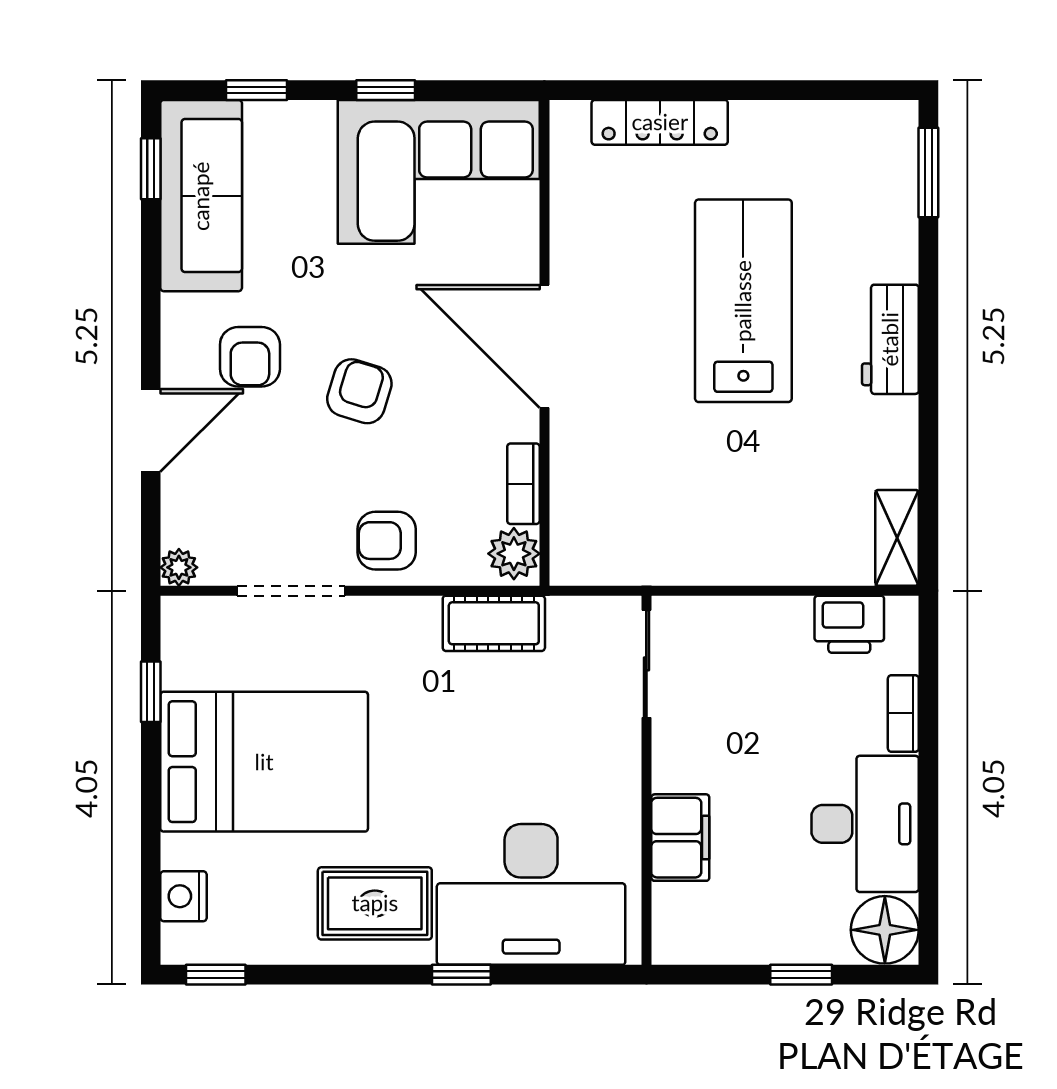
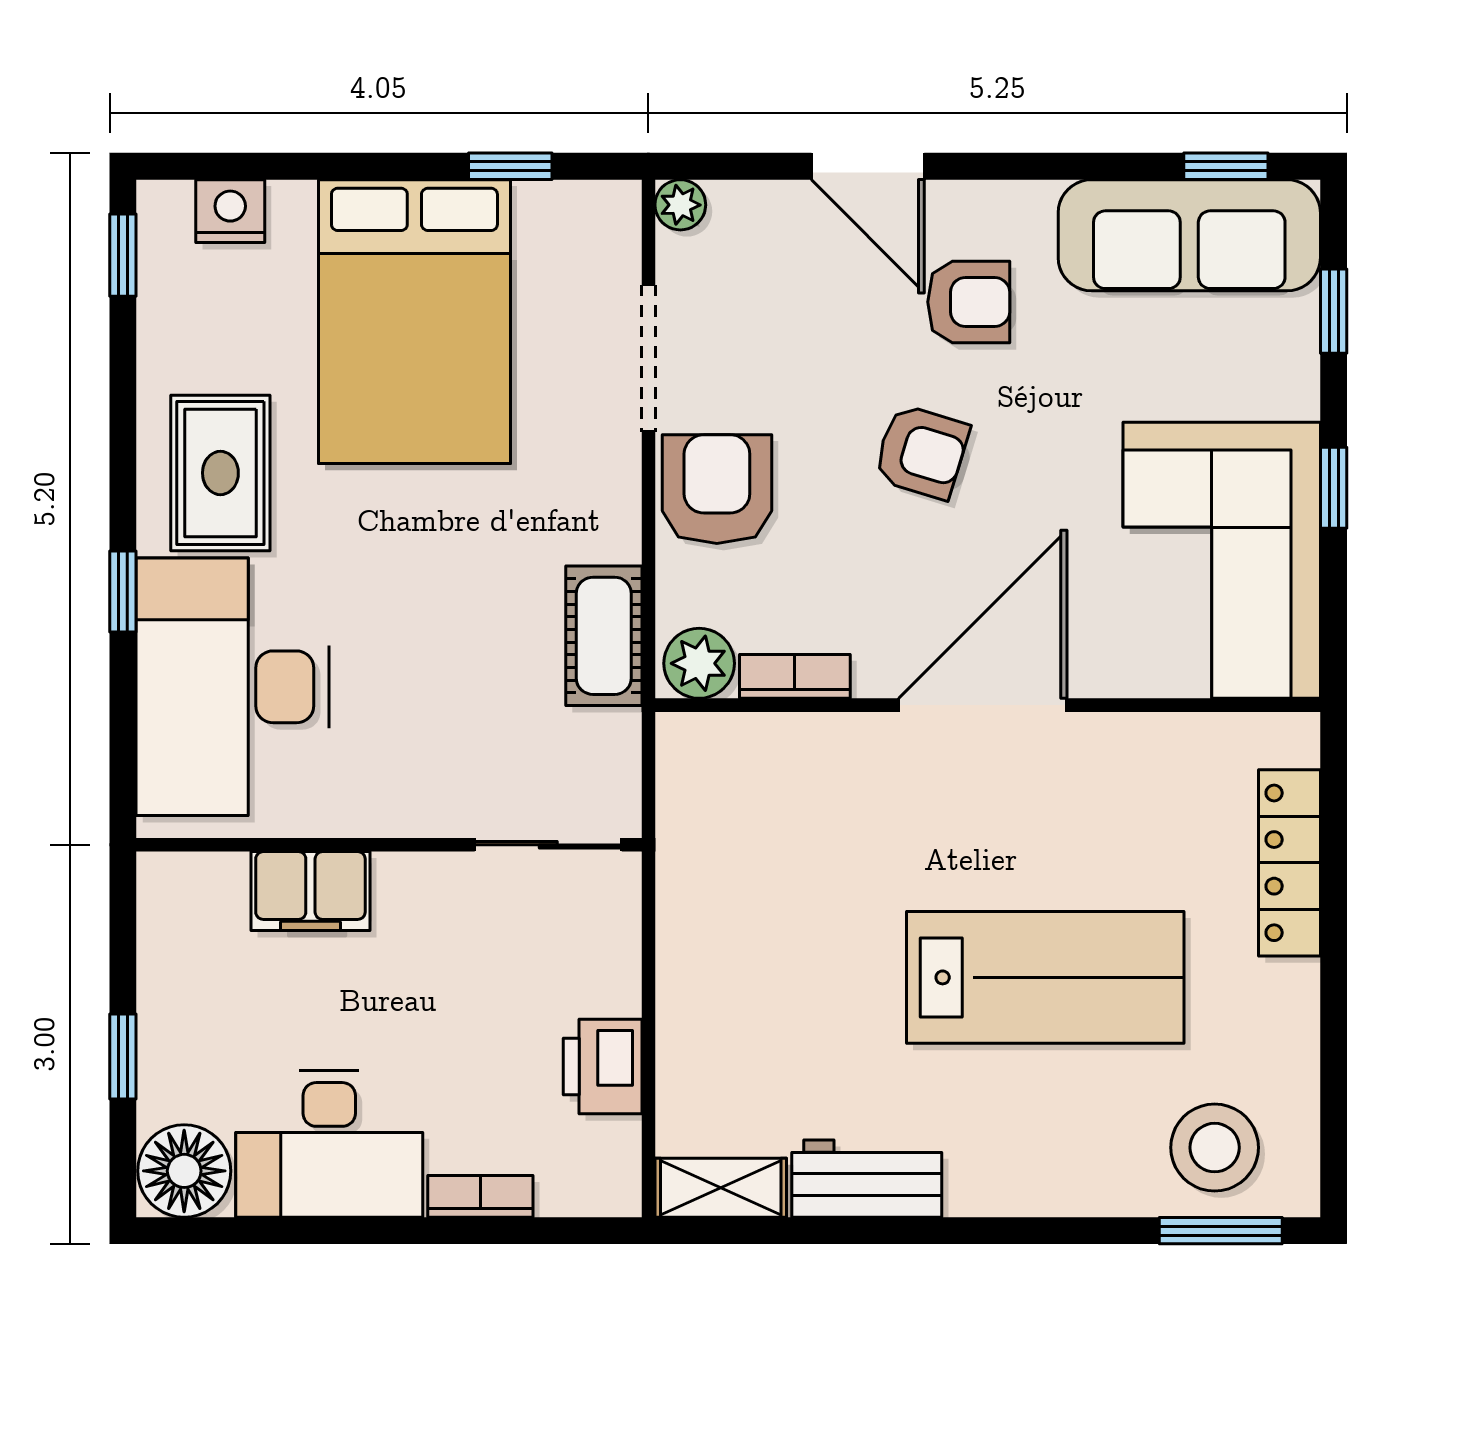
stool: (868, 177) -> (1215, 1148), added
workbench: (890, 339) -> (867, 1179), moved
armchair: (250, 357) -> (969, 302), turned 180
armchair: (387, 541) -> (717, 489), width x1.38, depth x1.38
printer: (849, 624) -> (603, 1067), moved

